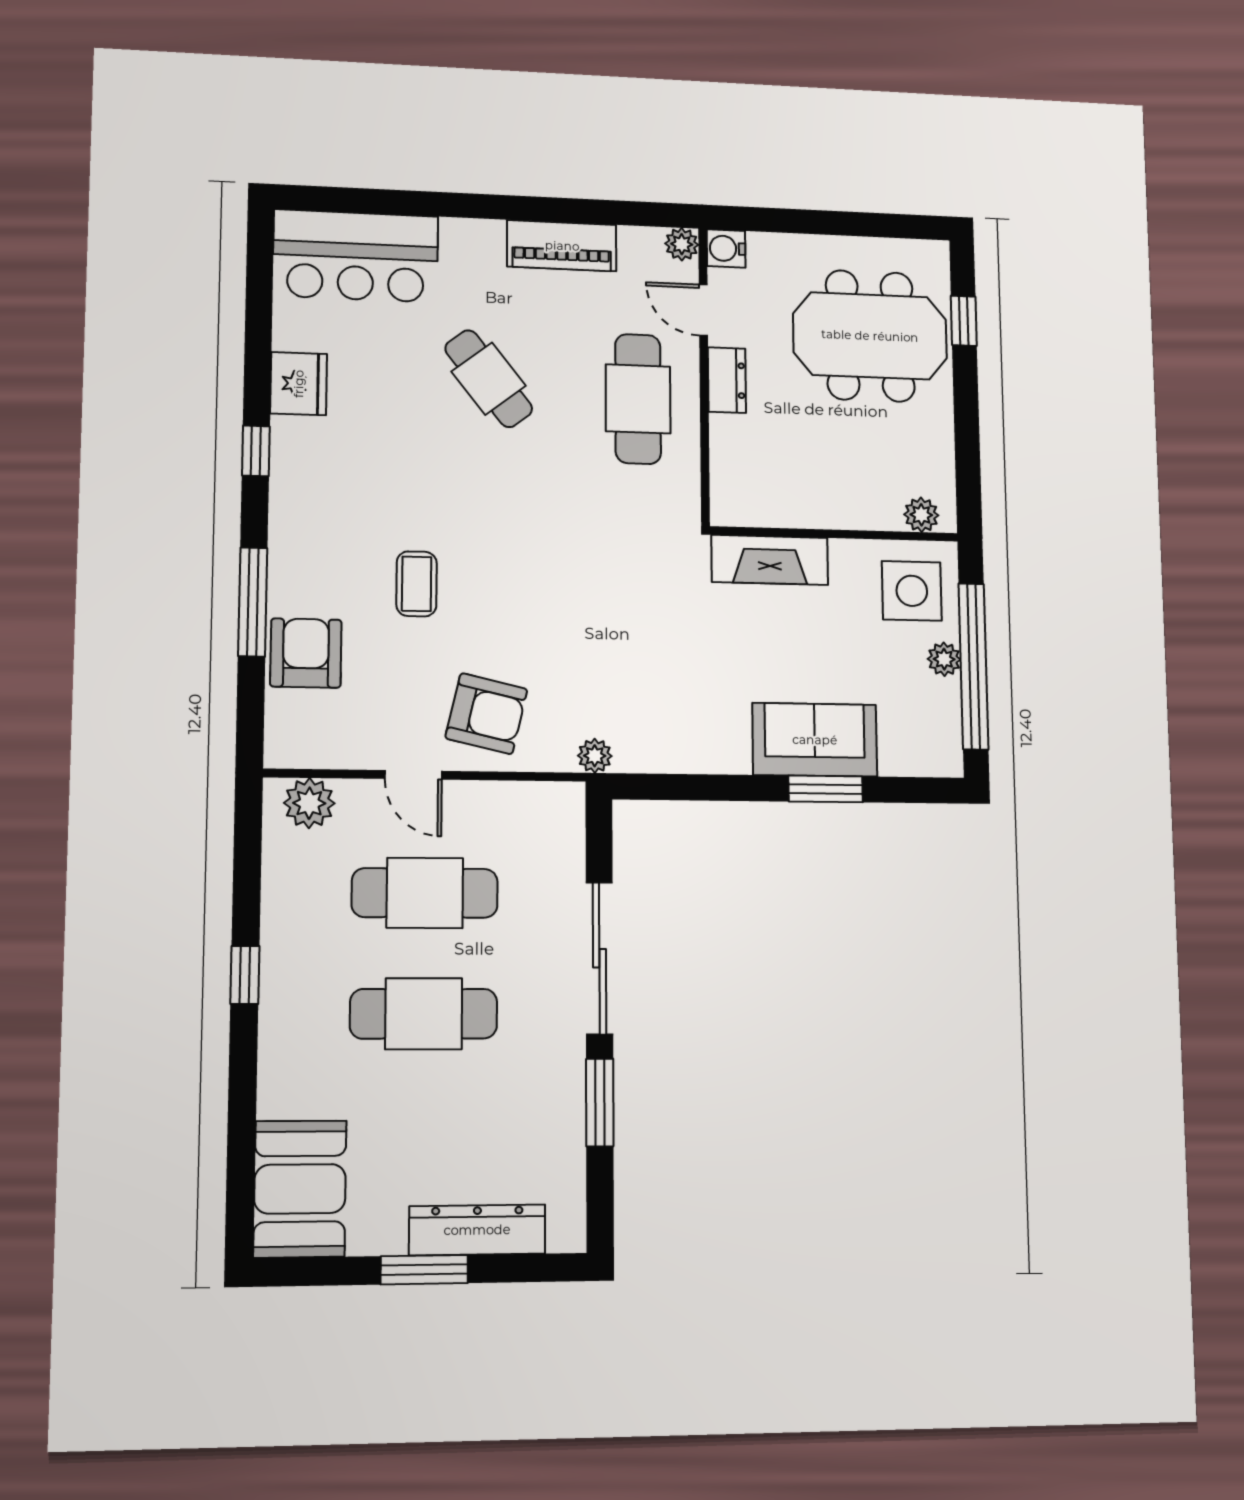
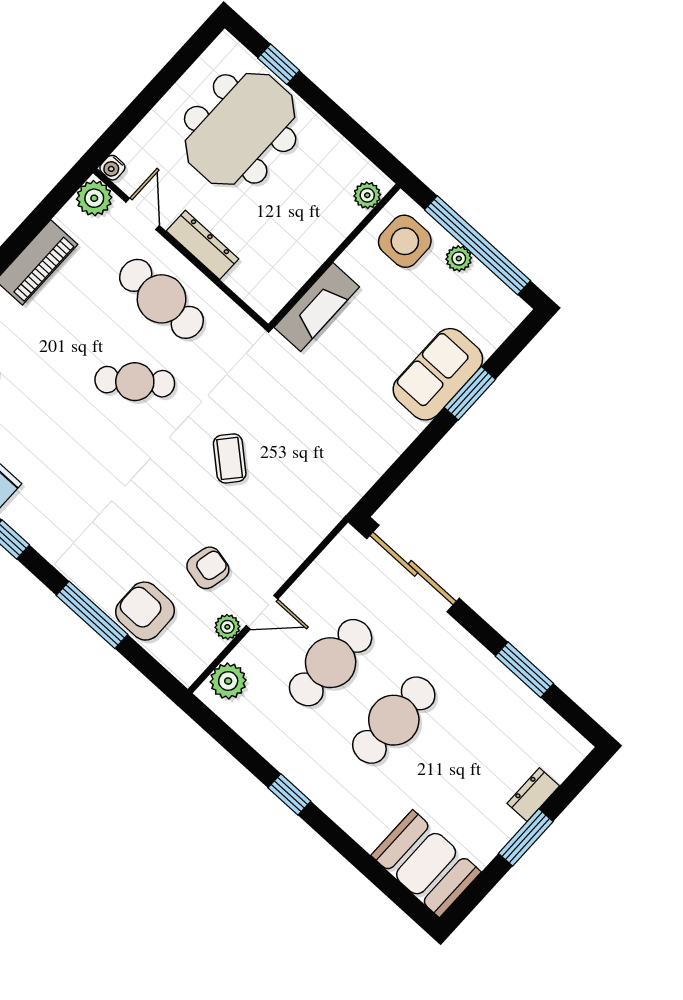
plant: (682, 244) -> (94, 198), width x1.38, depth x1.38
water cooler: (726, 248) -> (112, 168), width x0.72, depth x0.72
door: (703, 310) -> (143, 214), swing flipped
cafe table: (489, 379) -> (135, 382), moved
dresser: (727, 380) -> (202, 245), width x1.44
coffee table: (417, 584) -> (230, 458), moved, turned 41
armchair: (486, 714) -> (208, 568), moved, width x0.72, depth x0.72
plant: (595, 756) -> (227, 627), moved
sliding door: (599, 958) -> (413, 568), moved
dresser: (477, 1230) -> (533, 795), width x0.51, depth x0.80

